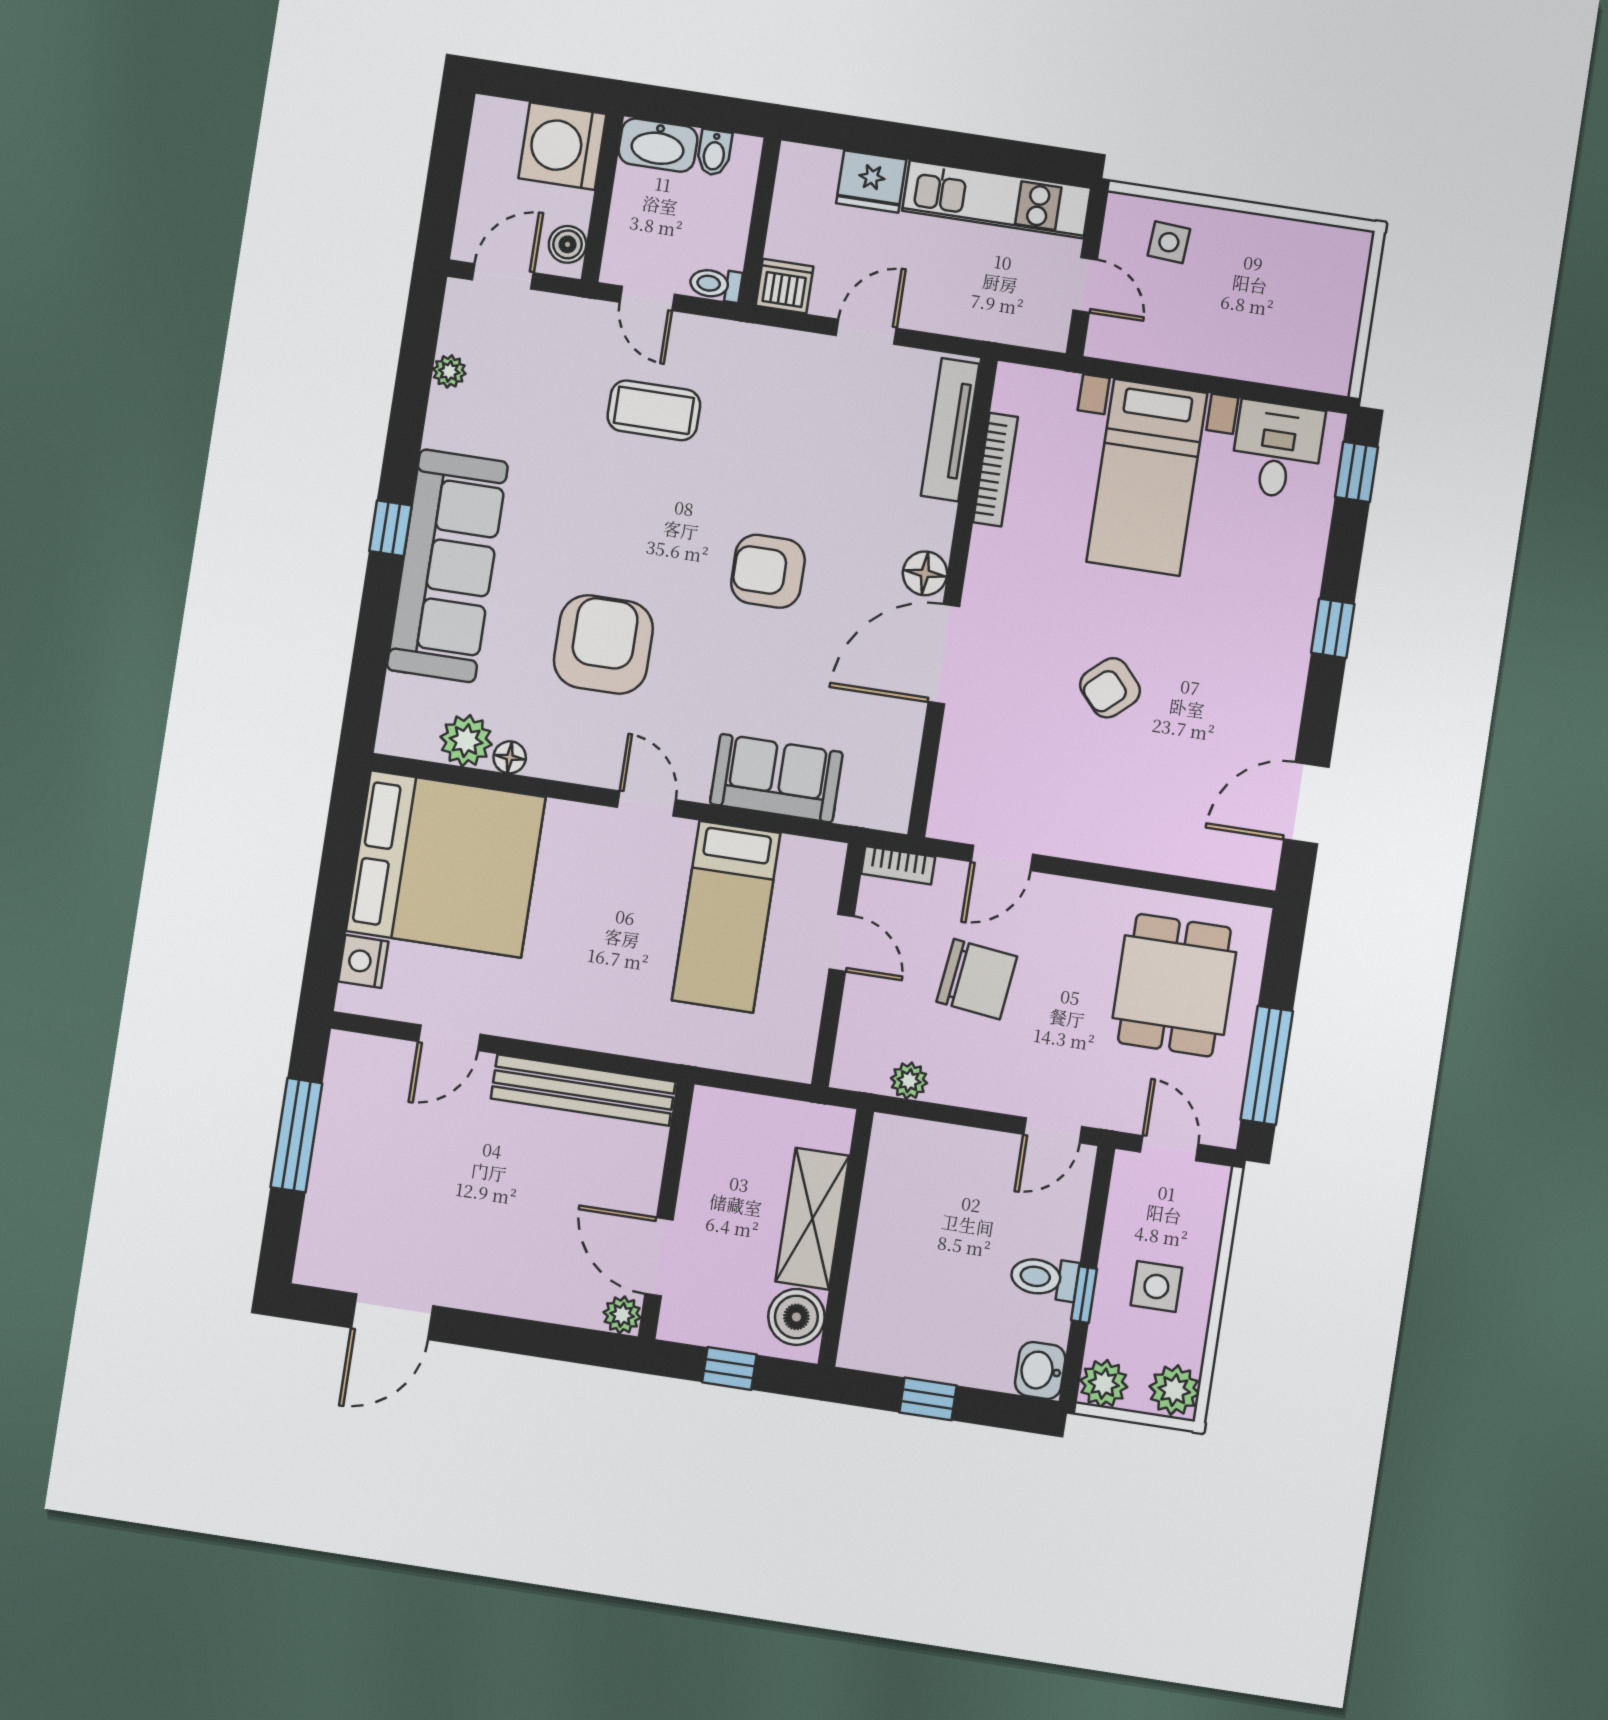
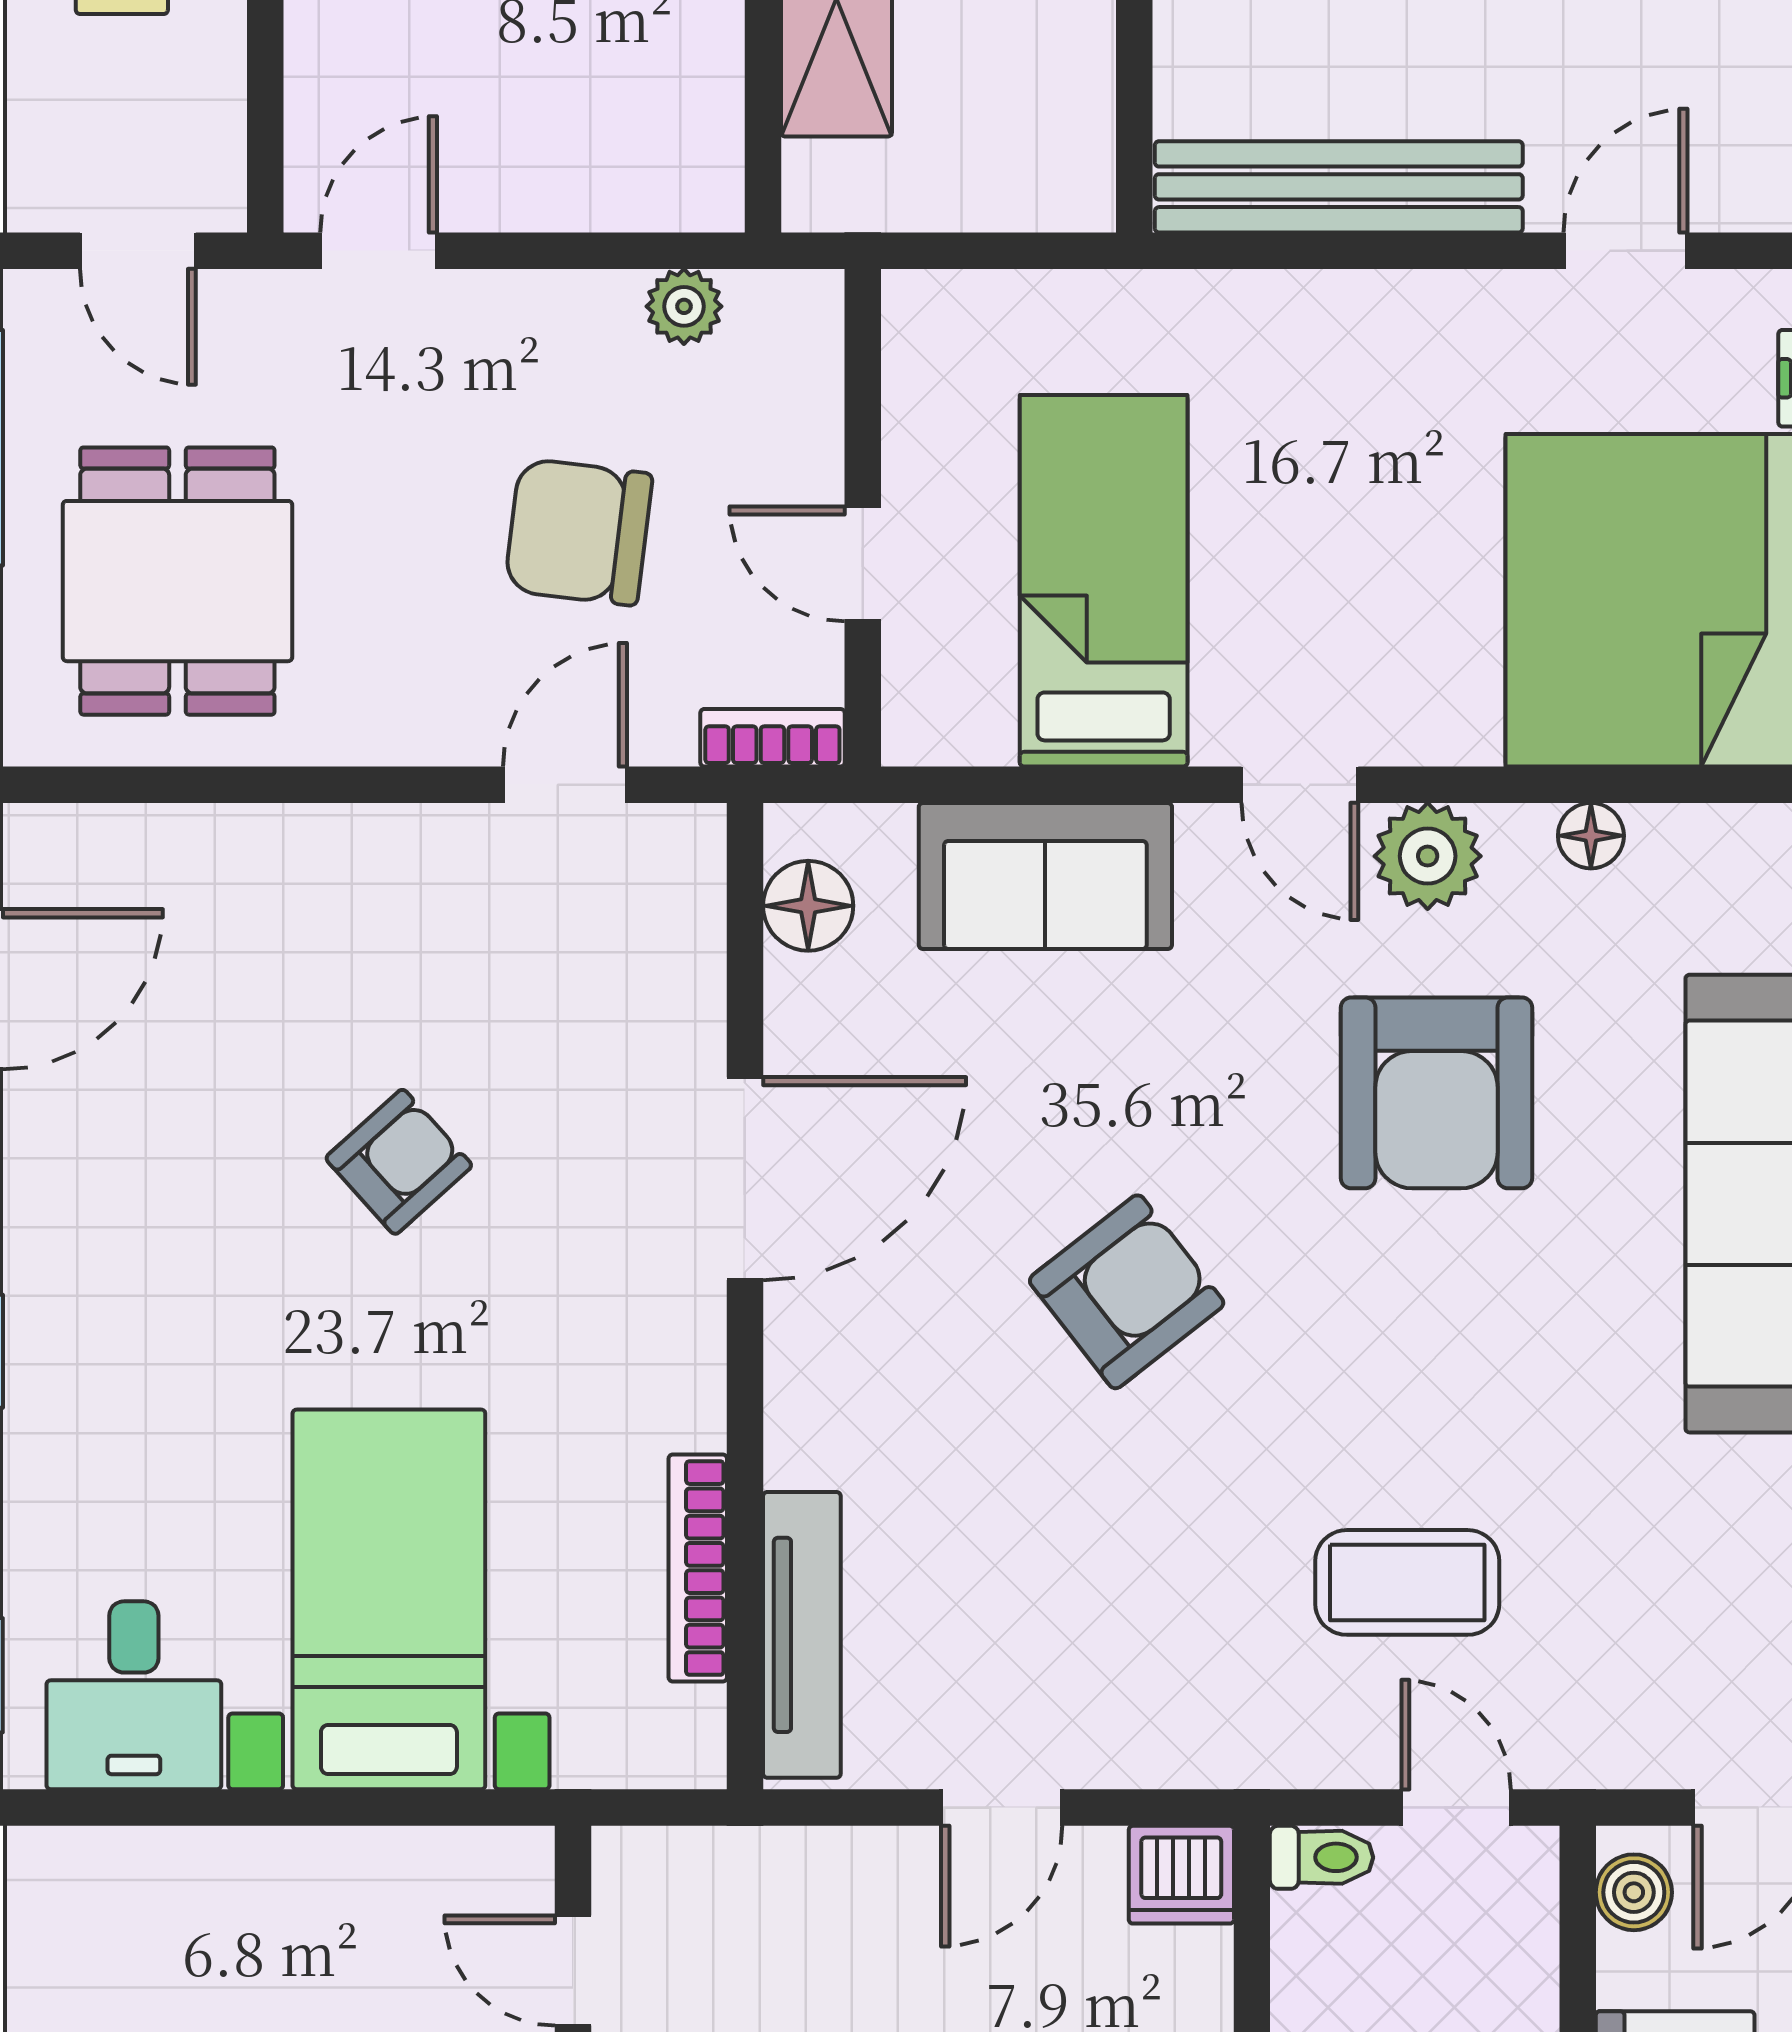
armchair: (768, 571) -> (1127, 1292), turned -38
floor lamp: (925, 573) -> (808, 906), moved
plant: (466, 741) -> (1428, 856), moved

